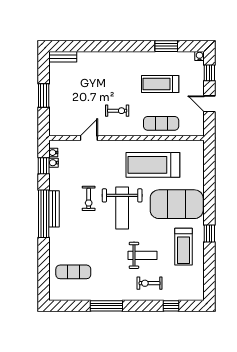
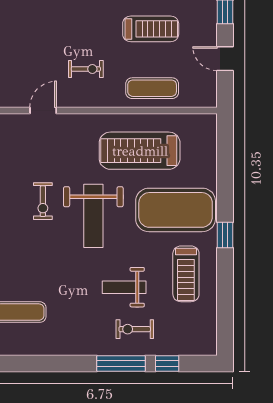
treadmill: (160, 84) -> (151, 29), turned 180
window: (209, 233) -> (225, 235), moved
weight bench: (143, 255) -> (124, 287), turned 180
window: (106, 306) -> (121, 363), moved

